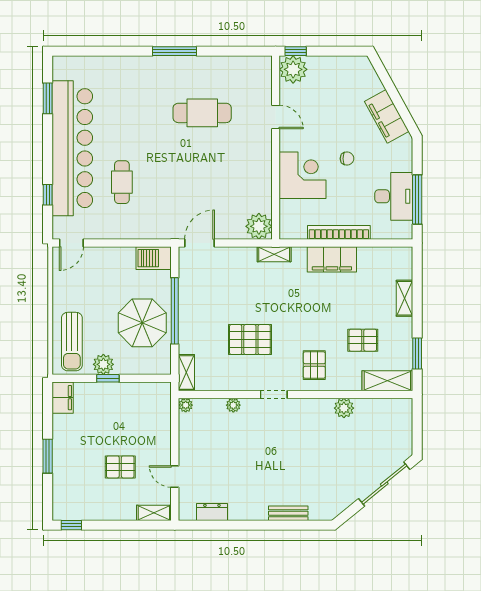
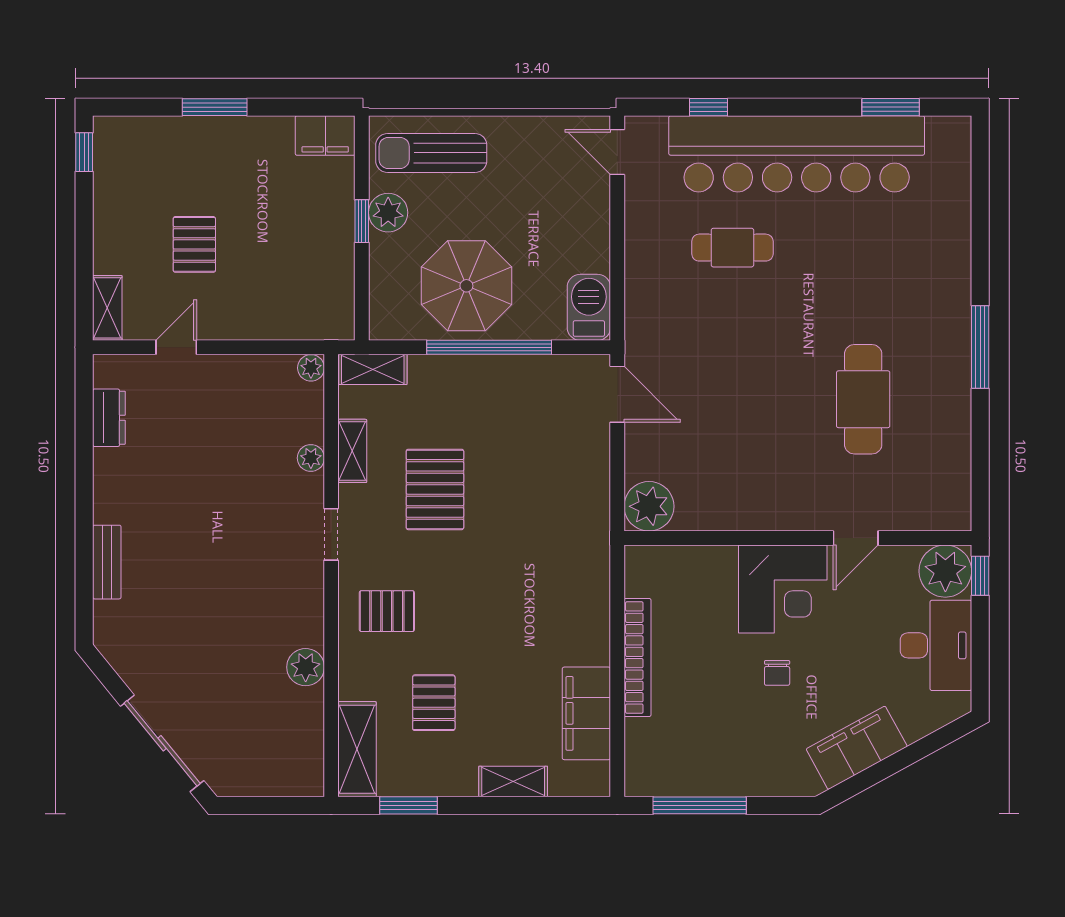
corner desk: (303, 175) -> (783, 589), moved
desk: (394, 196) -> (936, 645), moved, turned -90
shelving: (274, 254) -> (352, 451), moved
filing cabinet: (332, 259) -> (586, 713), moved

